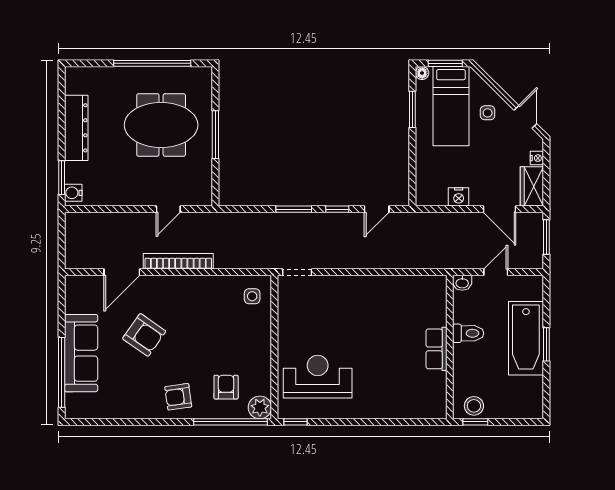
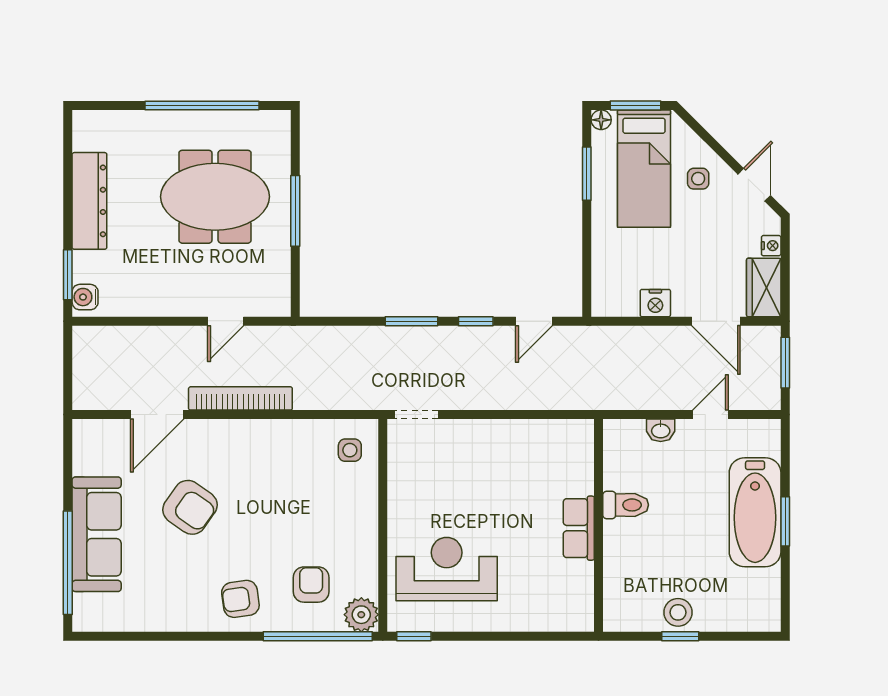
toilet: (468, 333) -> (626, 505), moved
wall: (450, 347) -> (599, 525), moved
row of seats: (436, 349) -> (579, 528), moved

